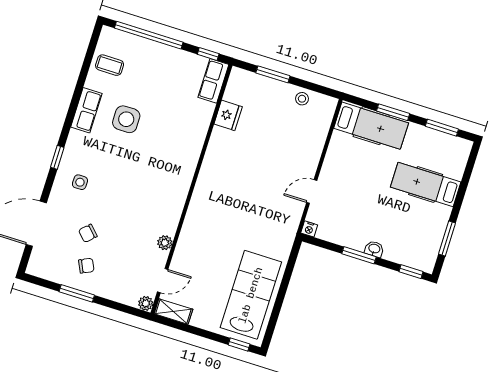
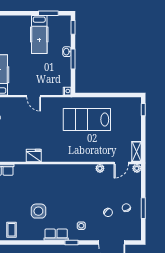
row of seats: (86, 110) -> (56, 235), moved
fridge: (228, 115) -> (34, 156), moved
hospital bed: (426, 185) -> (39, 34), moved
door: (312, 191) -> (34, 96), moved
door: (163, 281) -> (121, 163), swing flipped
lab bench: (251, 295) -> (87, 120), moved

